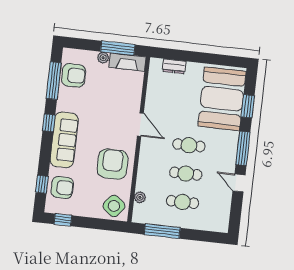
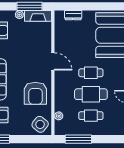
armchair: (113, 164) -> (35, 93), turned 180
cafe table: (186, 174) -> (91, 94), width x1.37, depth x1.35

